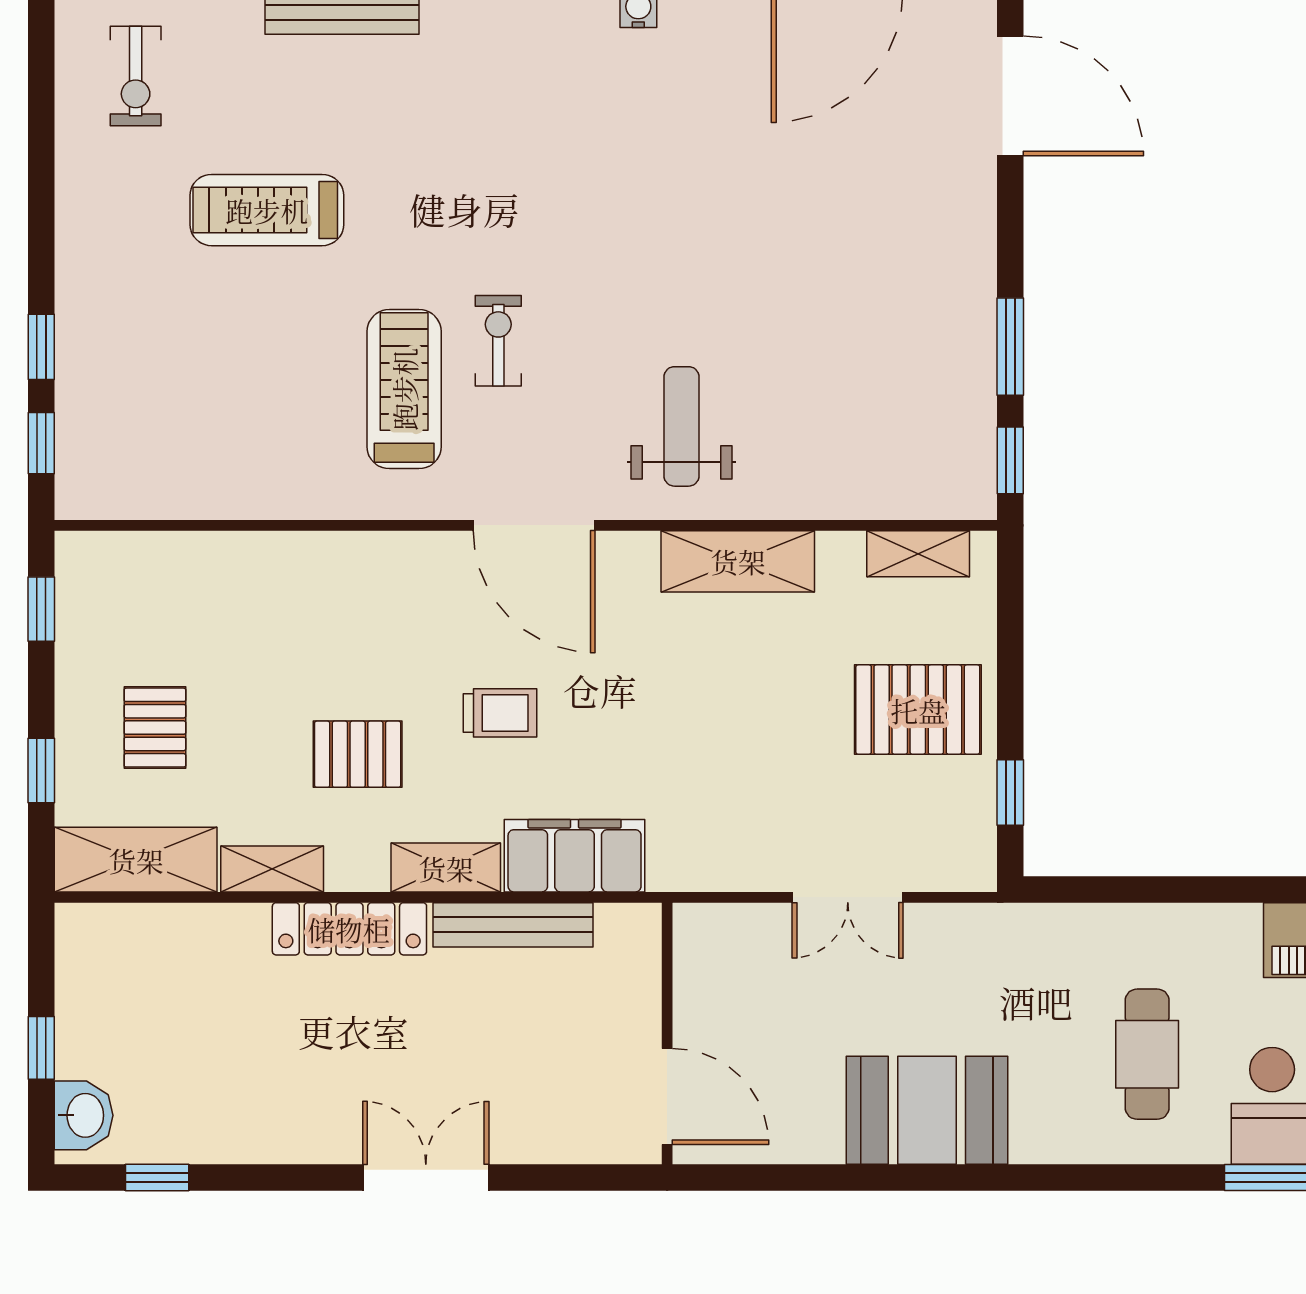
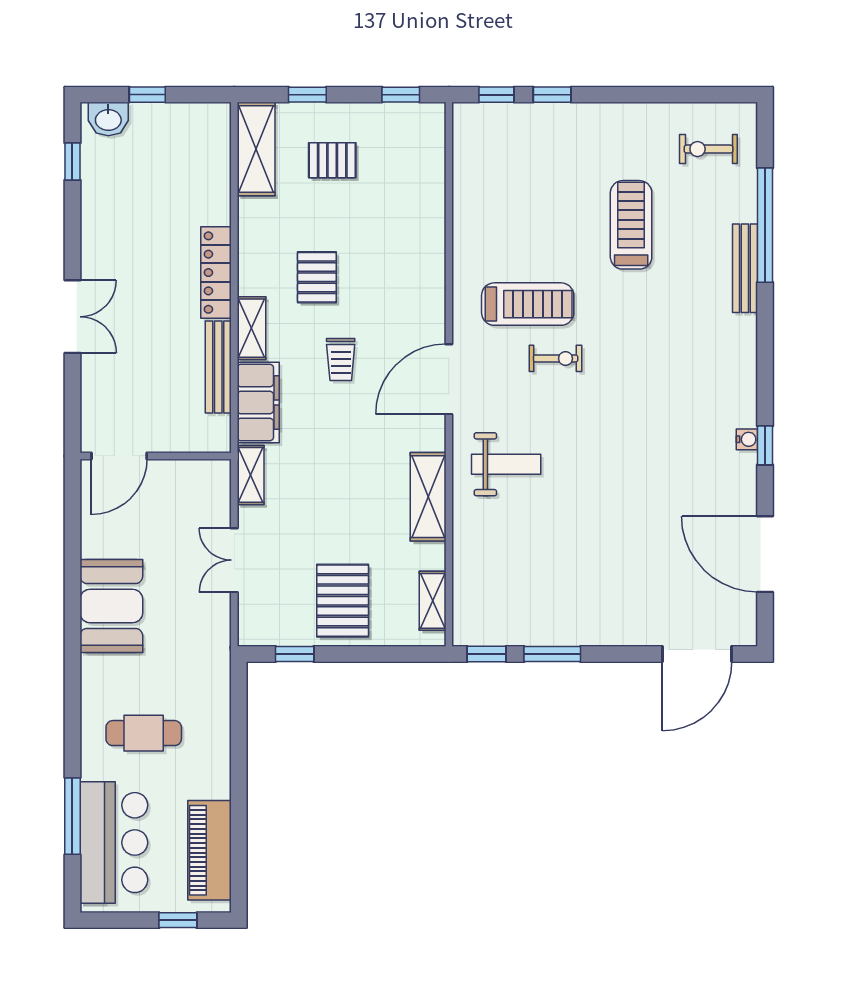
shelving: (272, 869) -> (251, 475), moved

